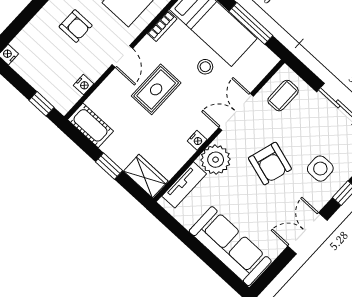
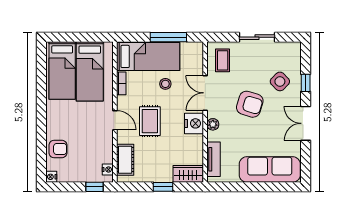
armchair: (76, 26) -> (58, 149), moved
nightstand: (84, 85) -> (108, 169), moved
cot: (91, 125) -> (125, 160), moved, turned 90
nightstand: (197, 140) -> (194, 123), width x1.89, depth x1.79
plant: (216, 160) -> (213, 124), width x0.53, depth x0.53
side table: (320, 169) -> (280, 81), turned 45

